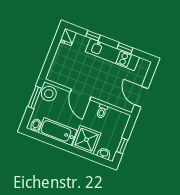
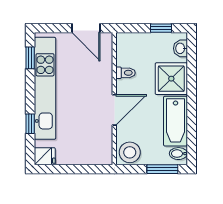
window: (125, 48) -> (30, 58), moved
kitchen unit: (112, 55) -> (45, 88), width x1.36
window: (35, 97) -> (162, 169), moved
door: (141, 97) -> (86, 28), hinge flipped

